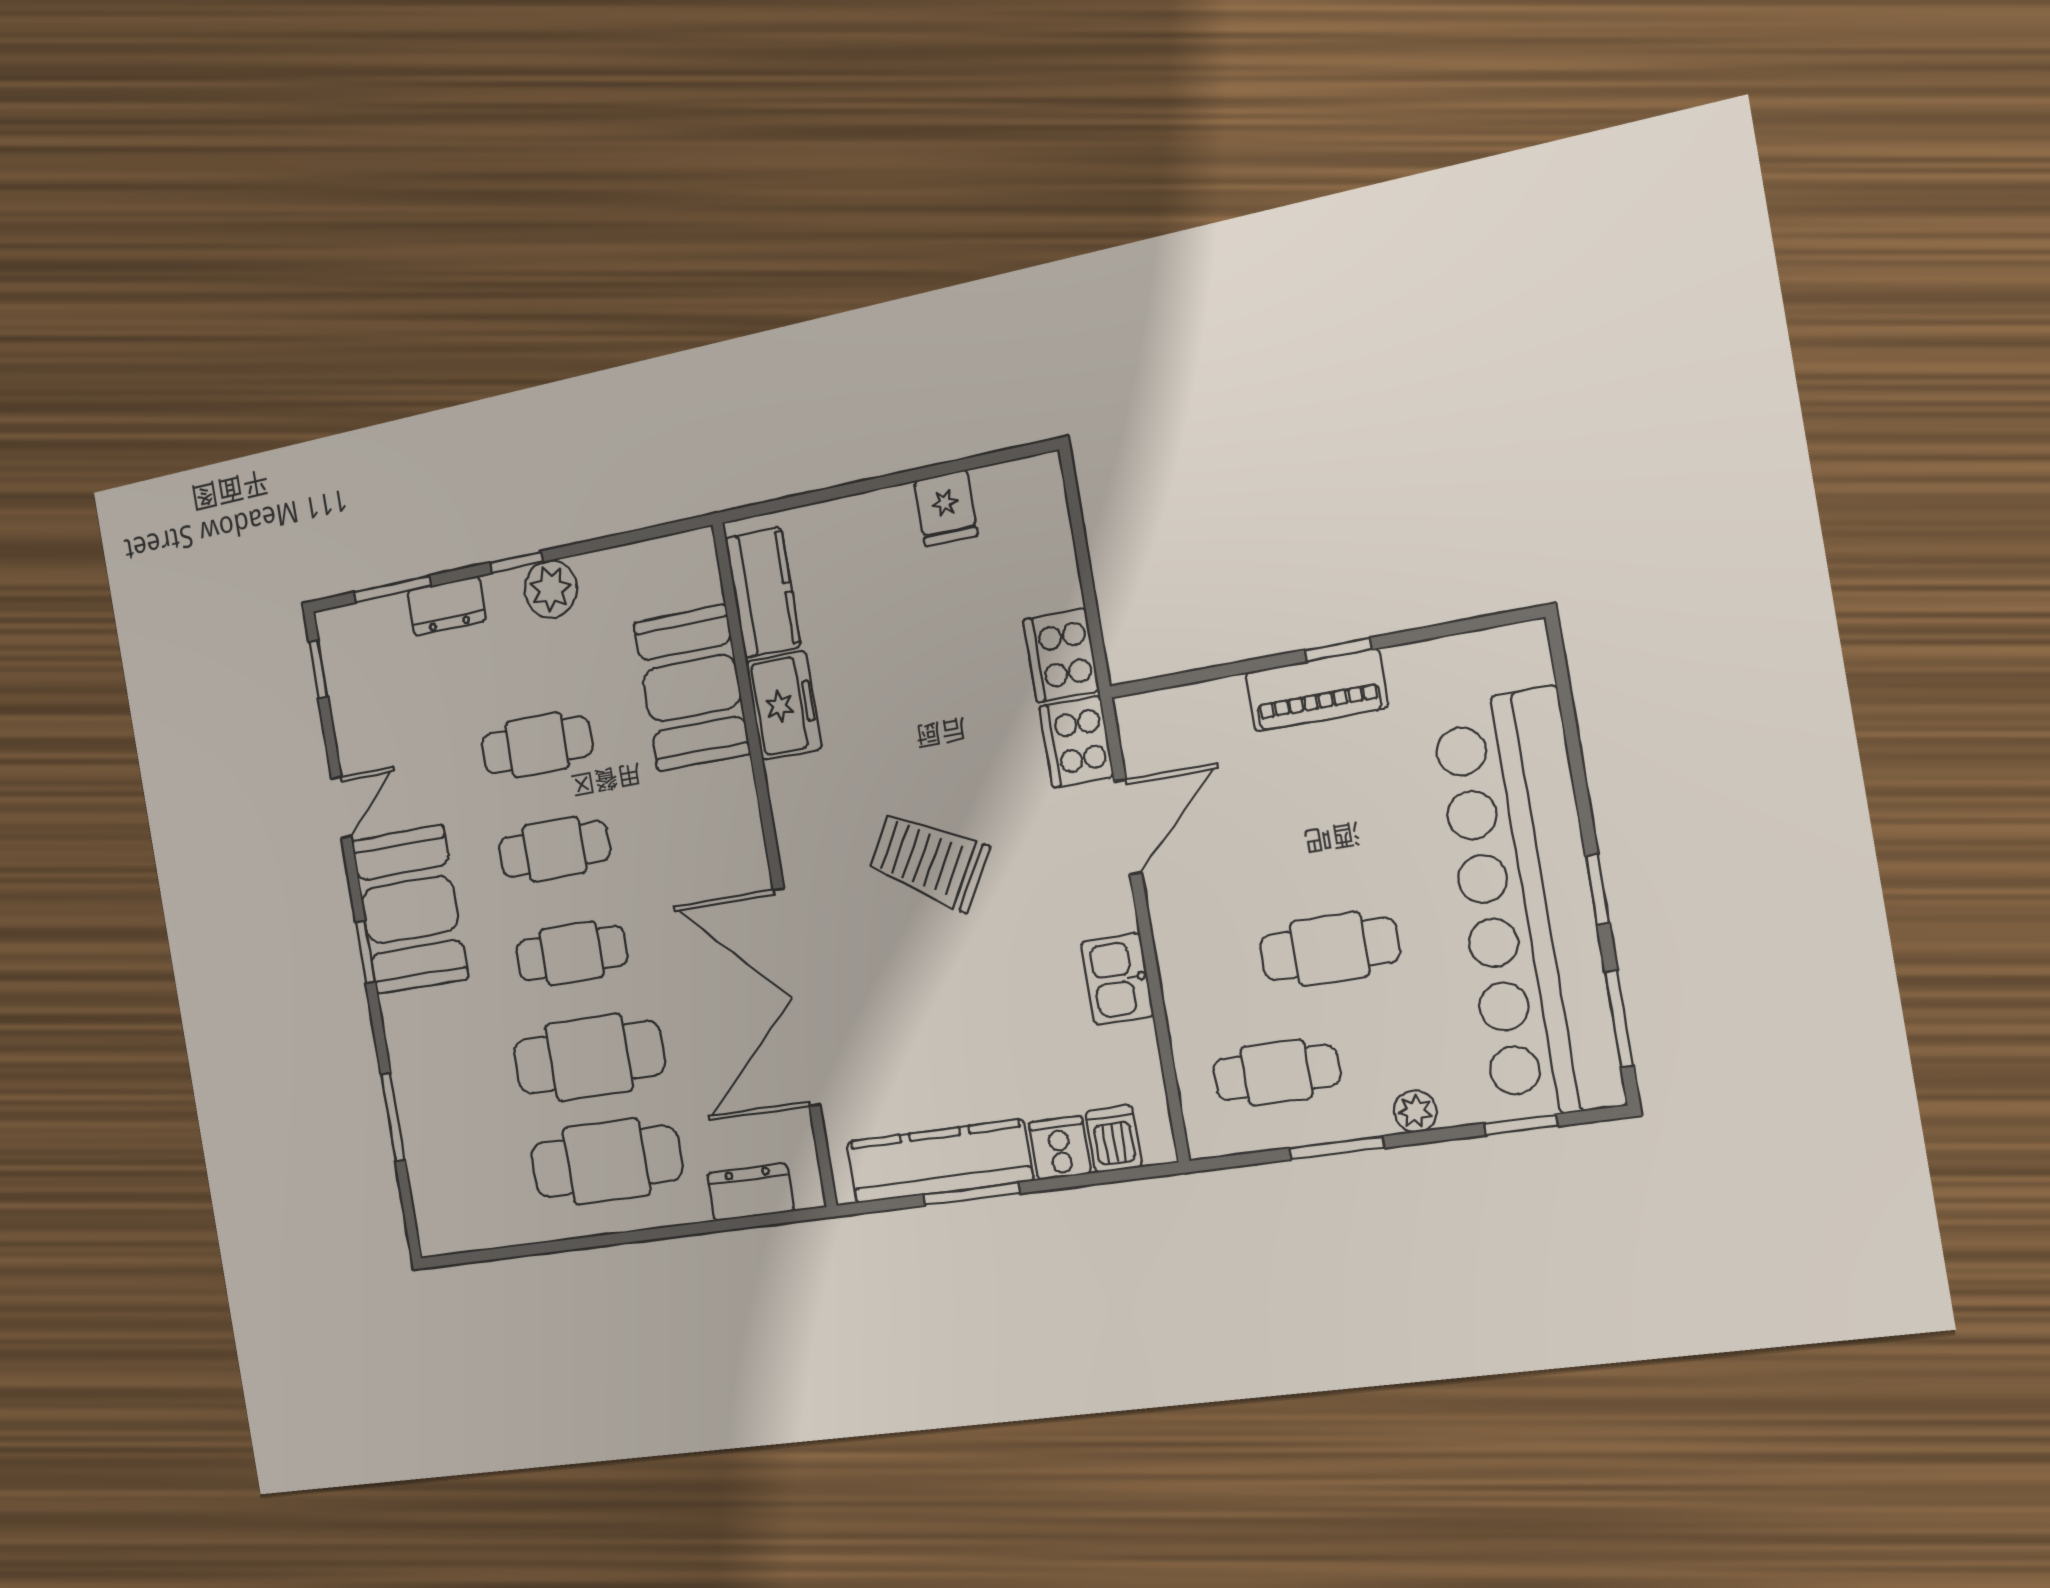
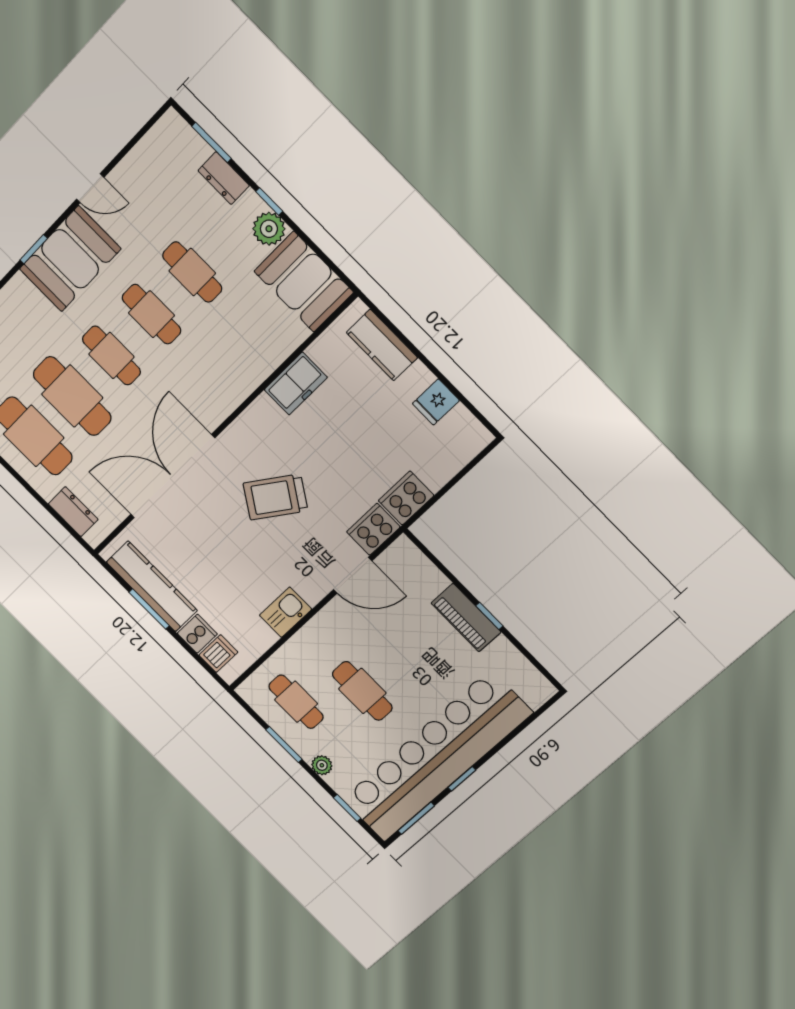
kitchen counter: (763, 592) -> (382, 345), moved, turned 90
window: (318, 669) -> (146, 128), removed
booth: (692, 688) -> (304, 282), moved, turned 90
trolley: (929, 861) -> (275, 497), turned -86

